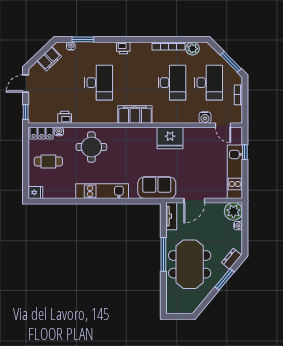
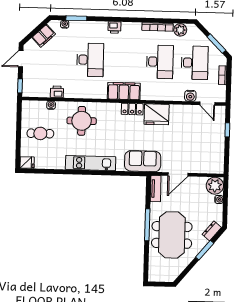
locker: (42, 133) -> (132, 109), moved
kitchen unit: (235, 172) -> (217, 148), removed

